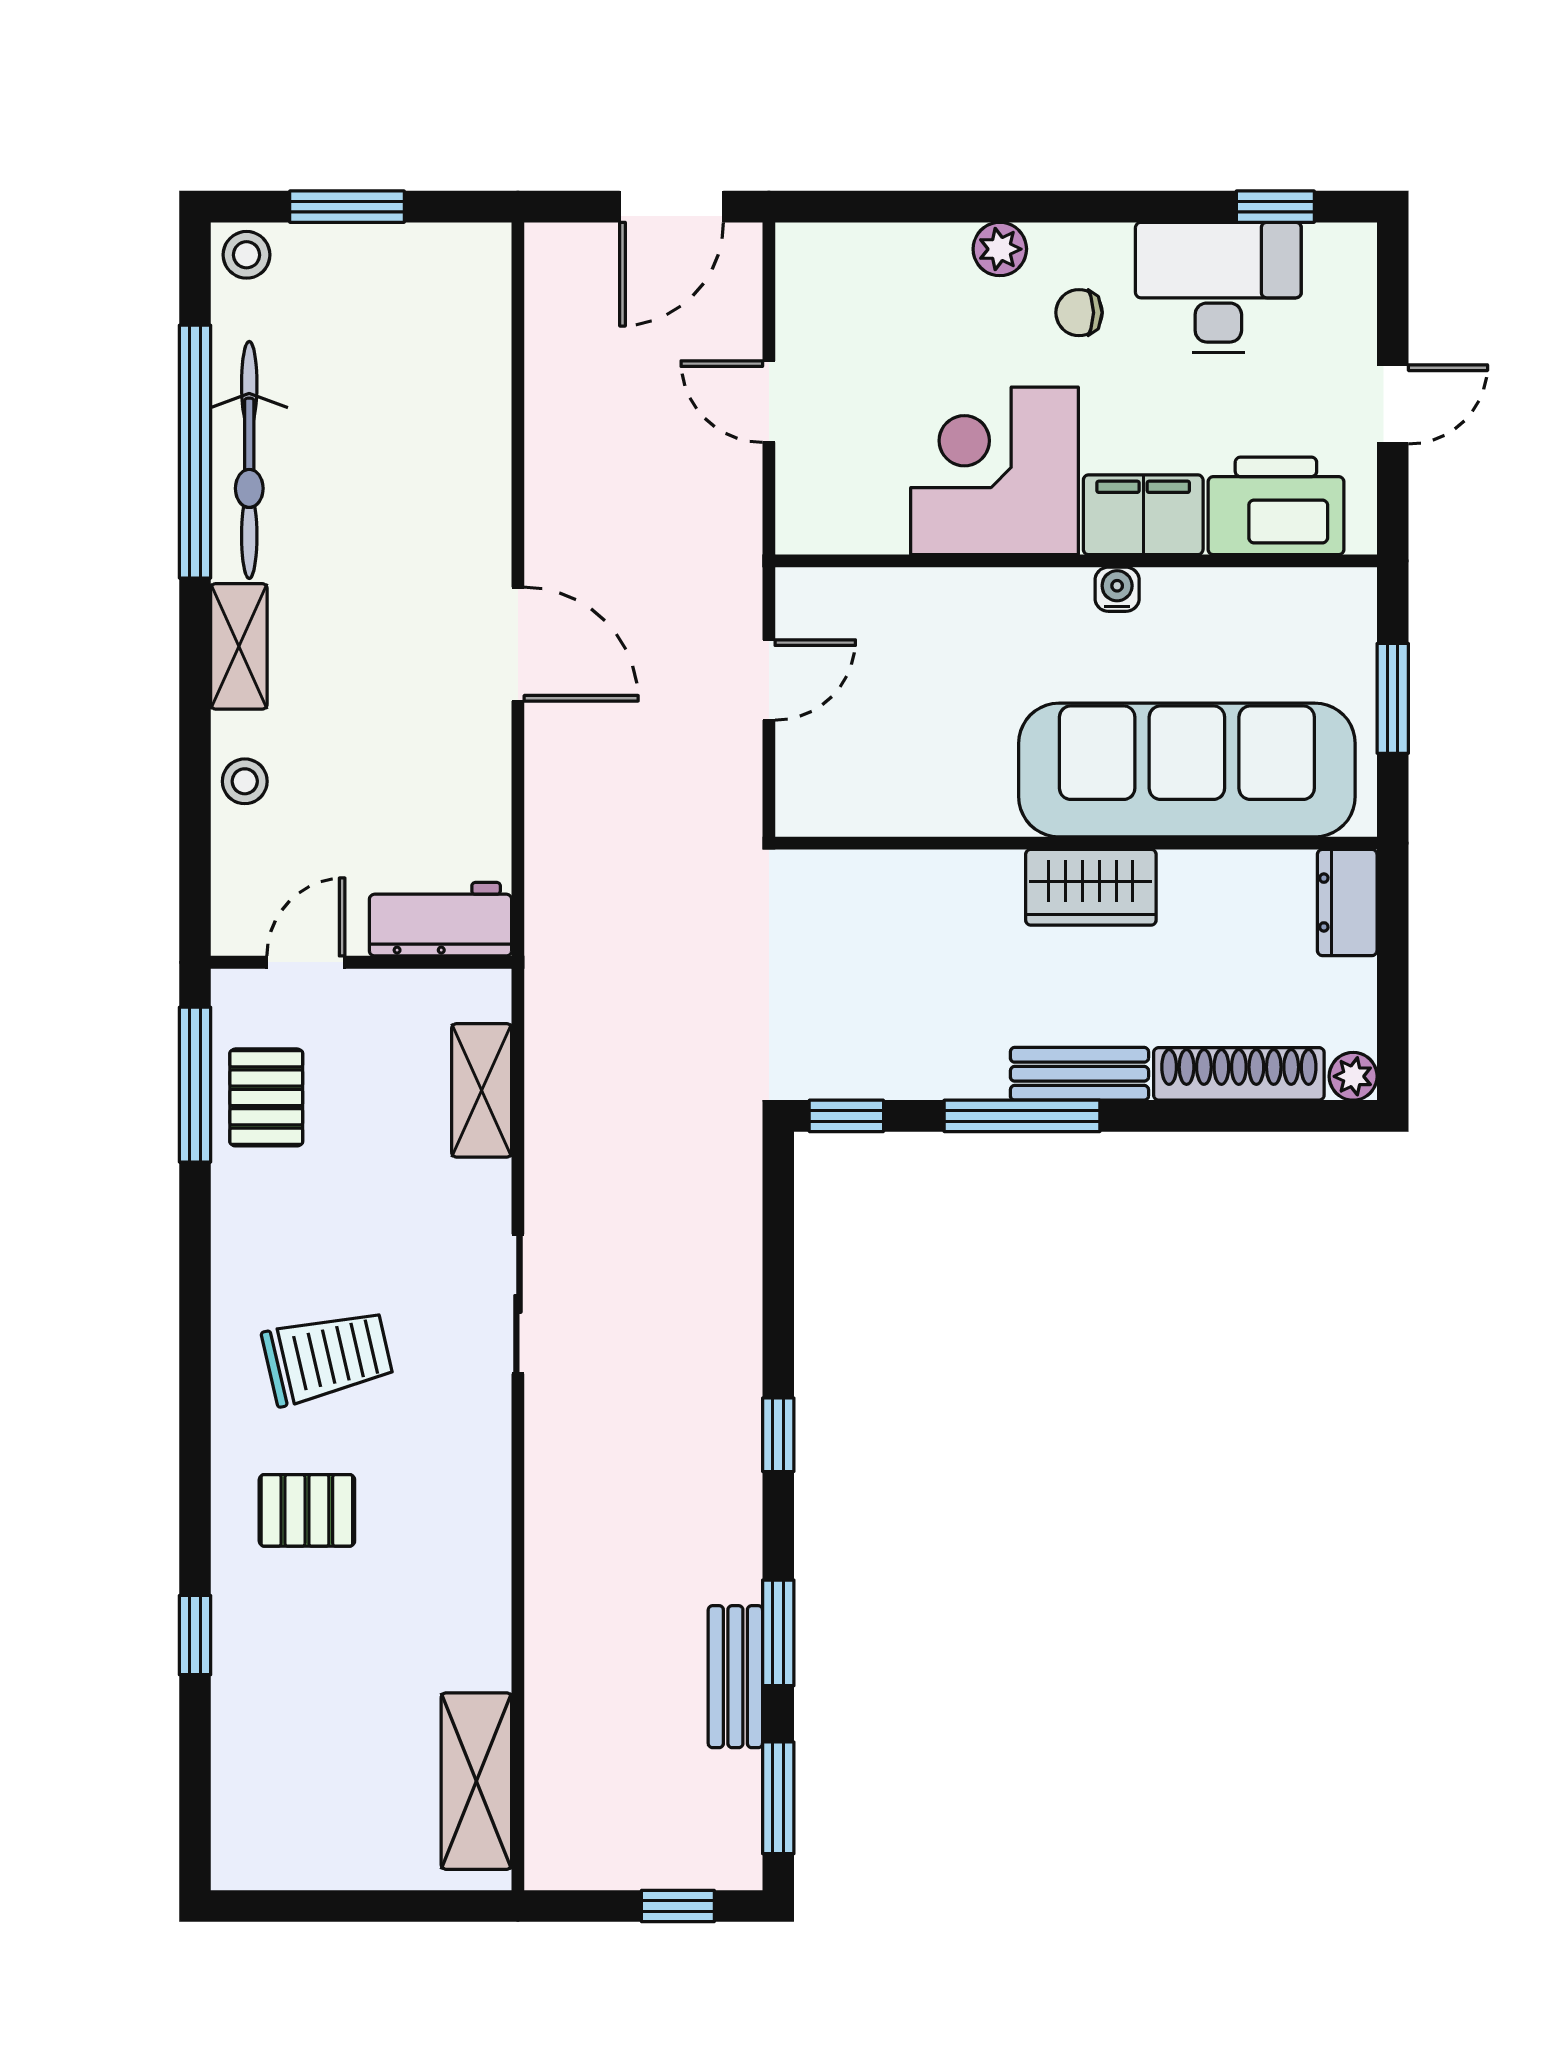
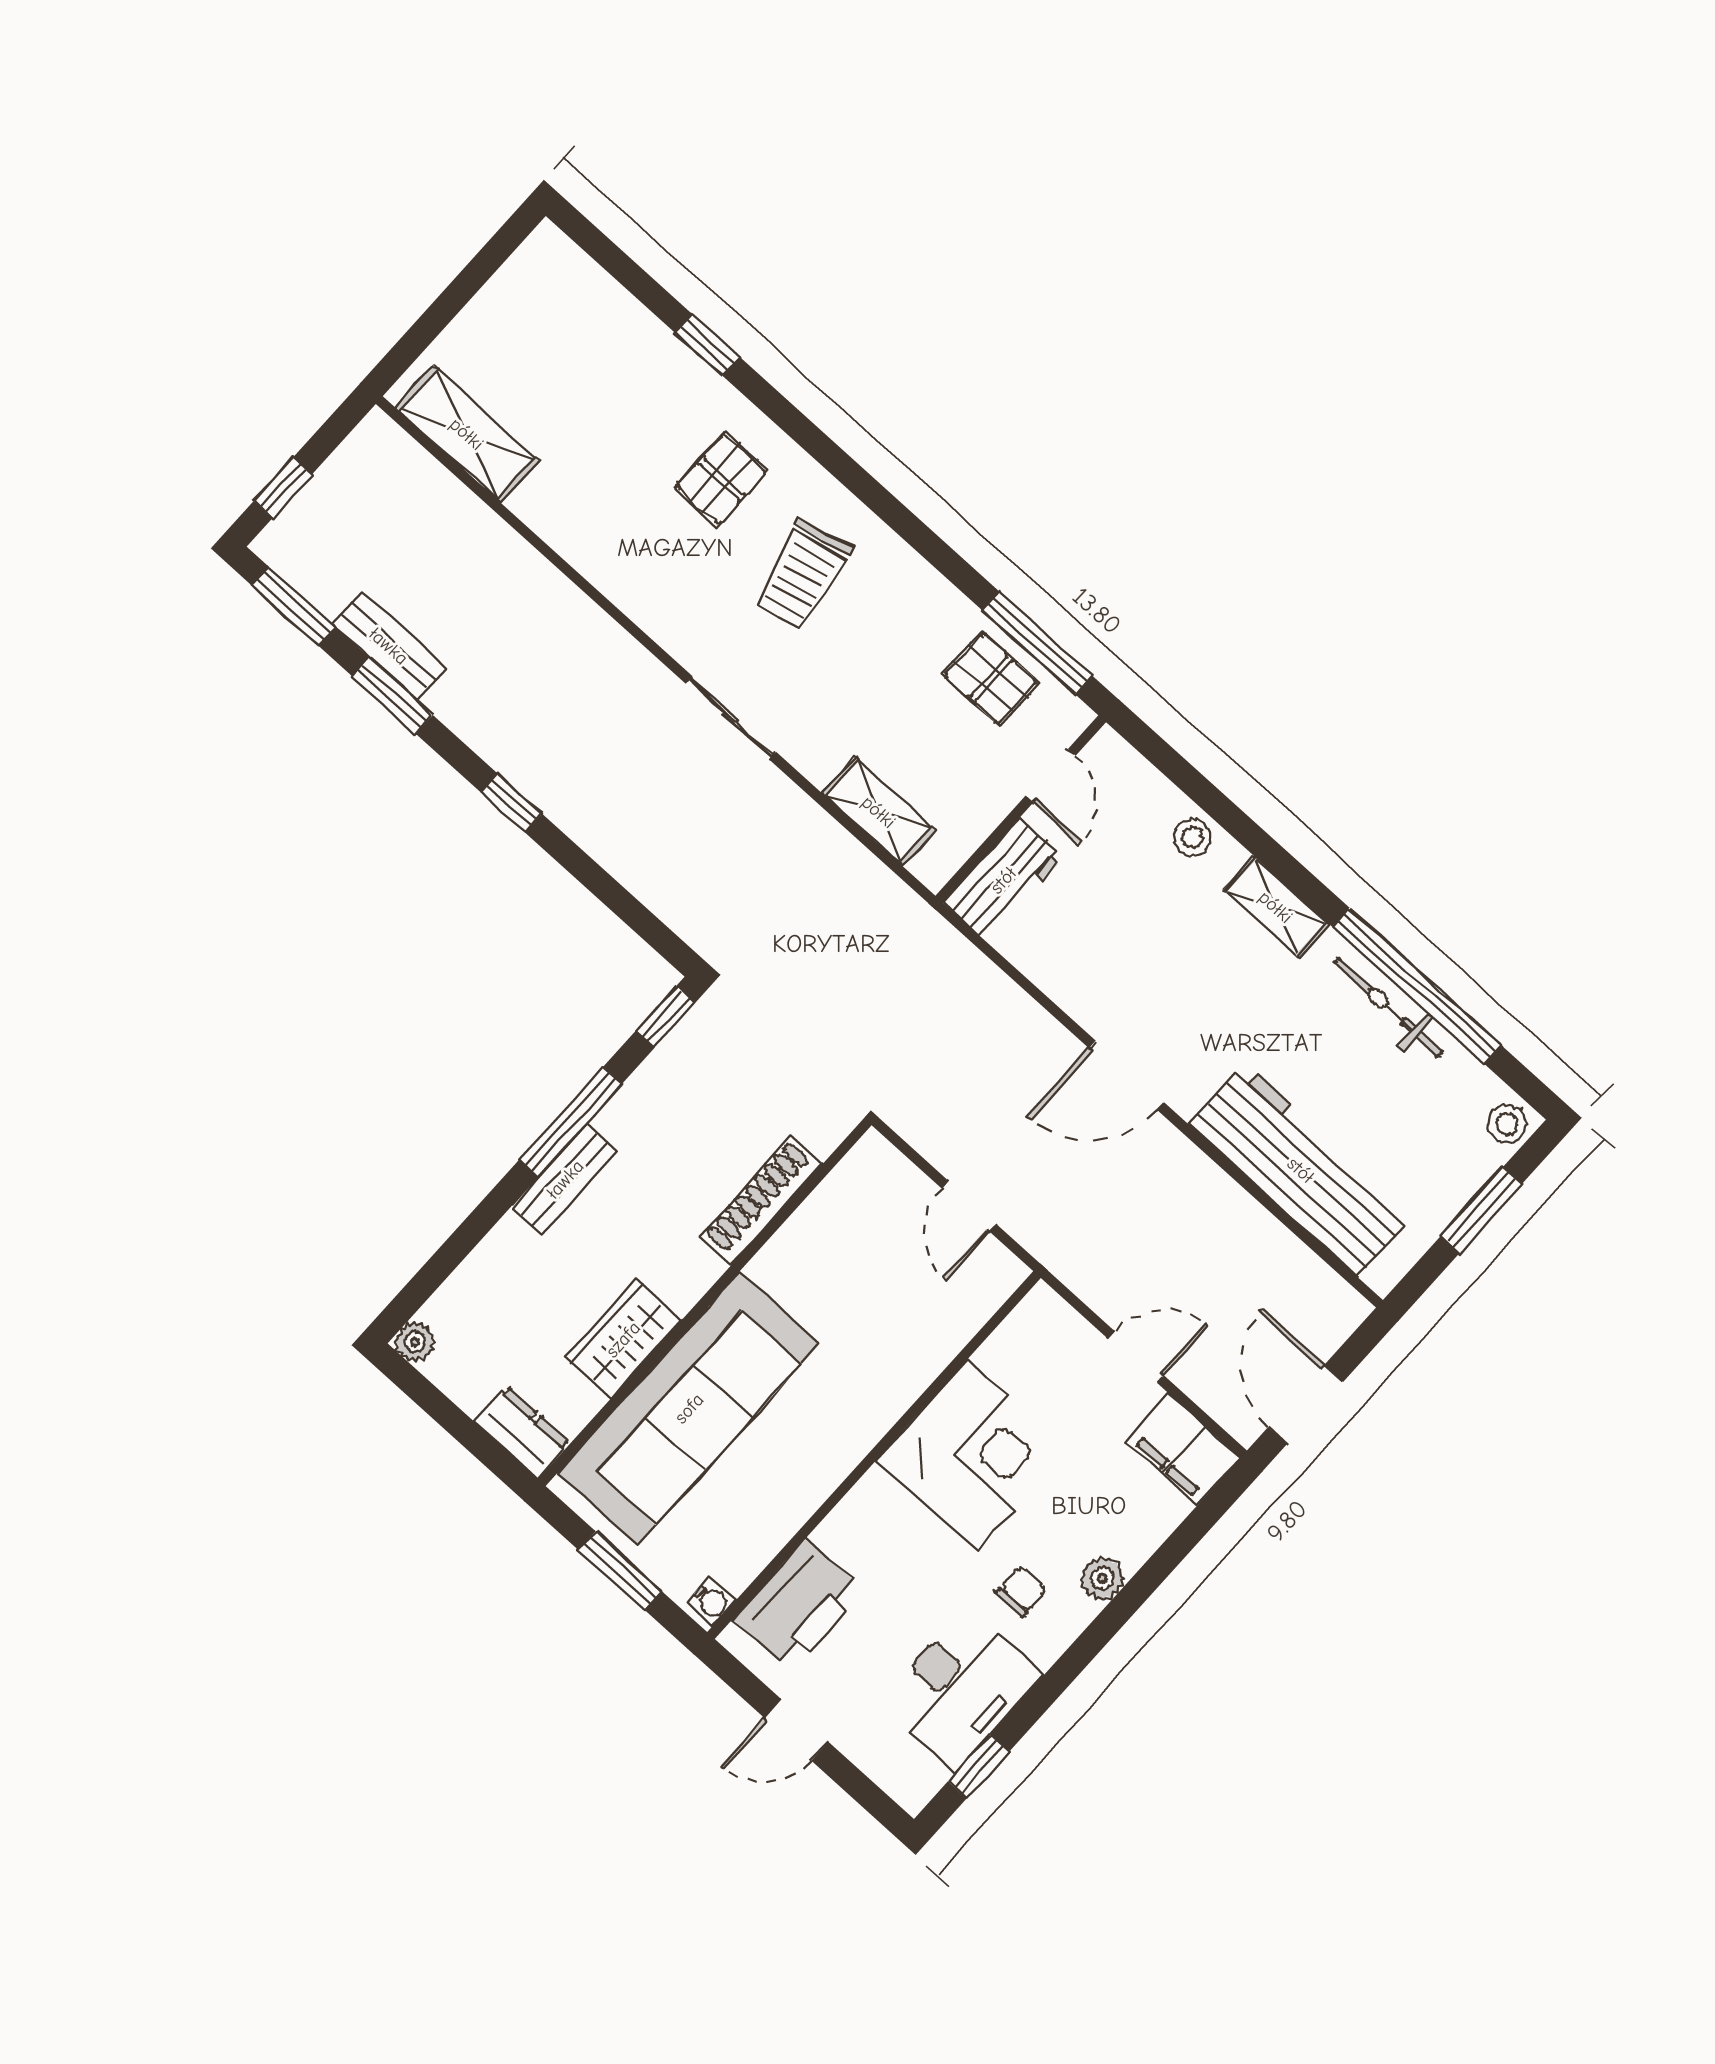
door: (1393, 404) -> (796, 1730), hinge flipped
workbench: (460, 406) -> (1301, 1170), added
bicycle: (249, 460) -> (1389, 1007), width x0.73, depth x0.71
filing cabinet: (1143, 515) -> (1183, 1450), moved, turned 90
water cooler: (1117, 589) -> (711, 1601), moved
wardrobe: (1091, 887) -> (623, 1339), moved
shoe rack: (1239, 1074) -> (762, 1200), moved, turned 180

